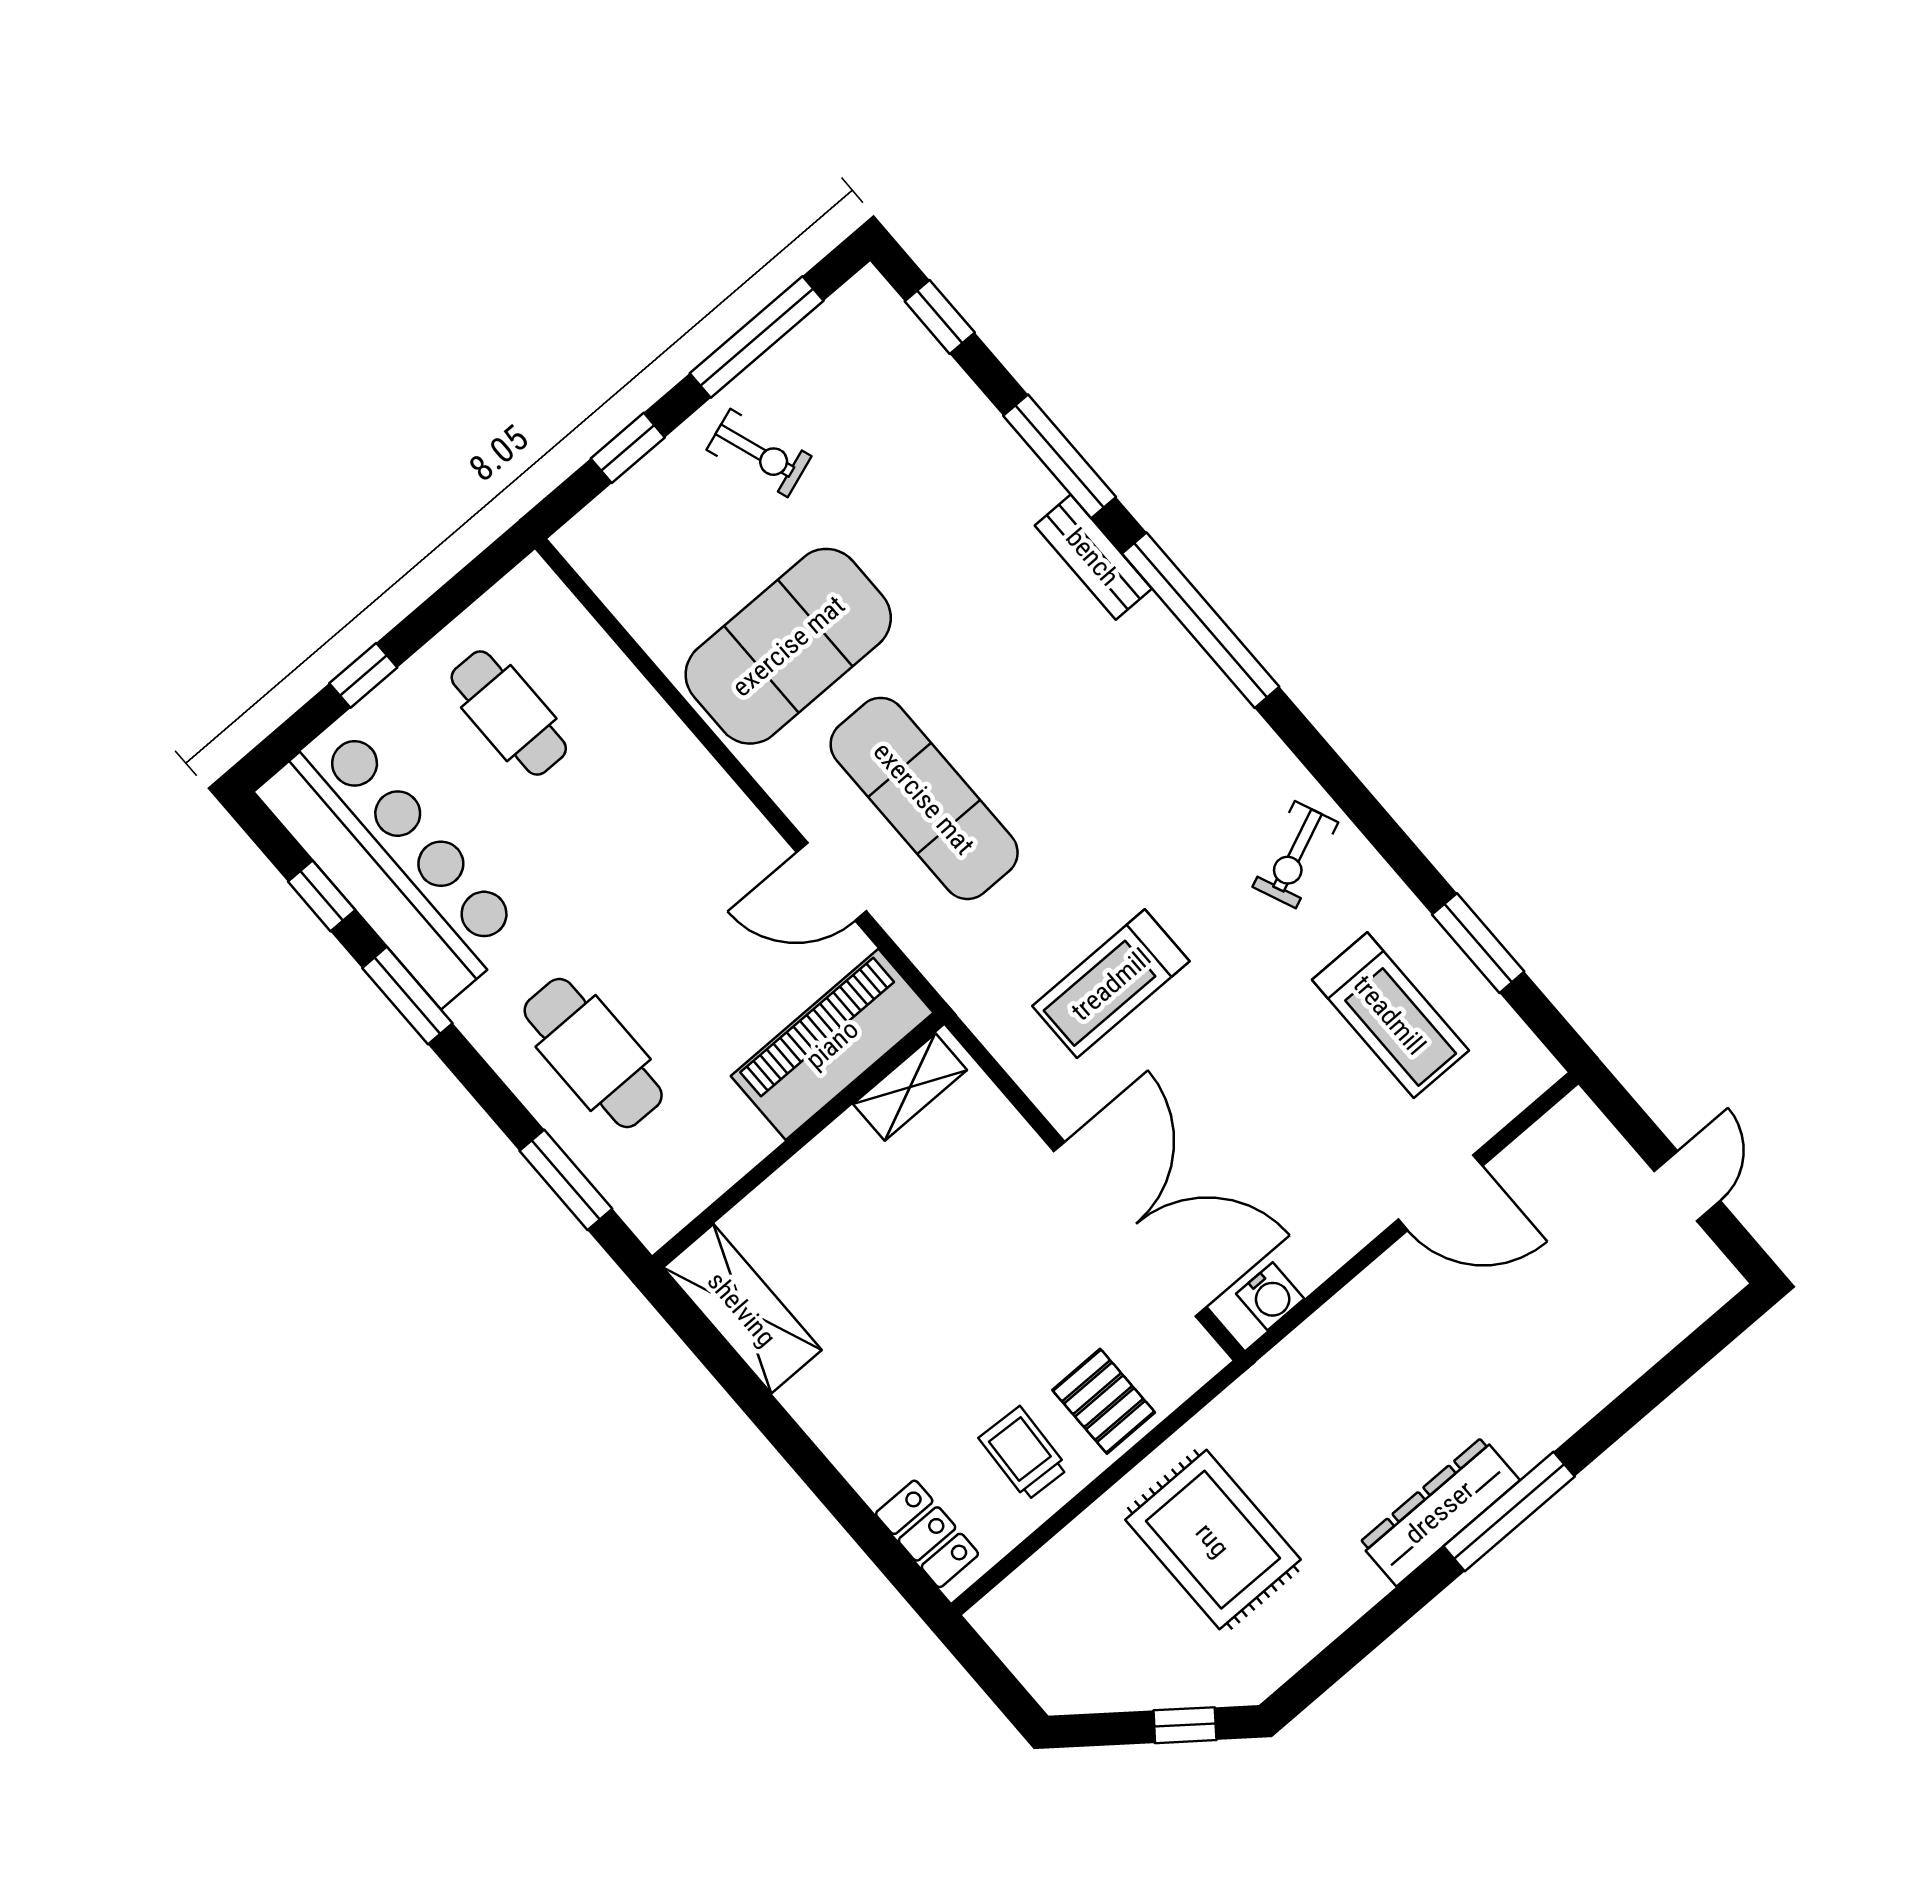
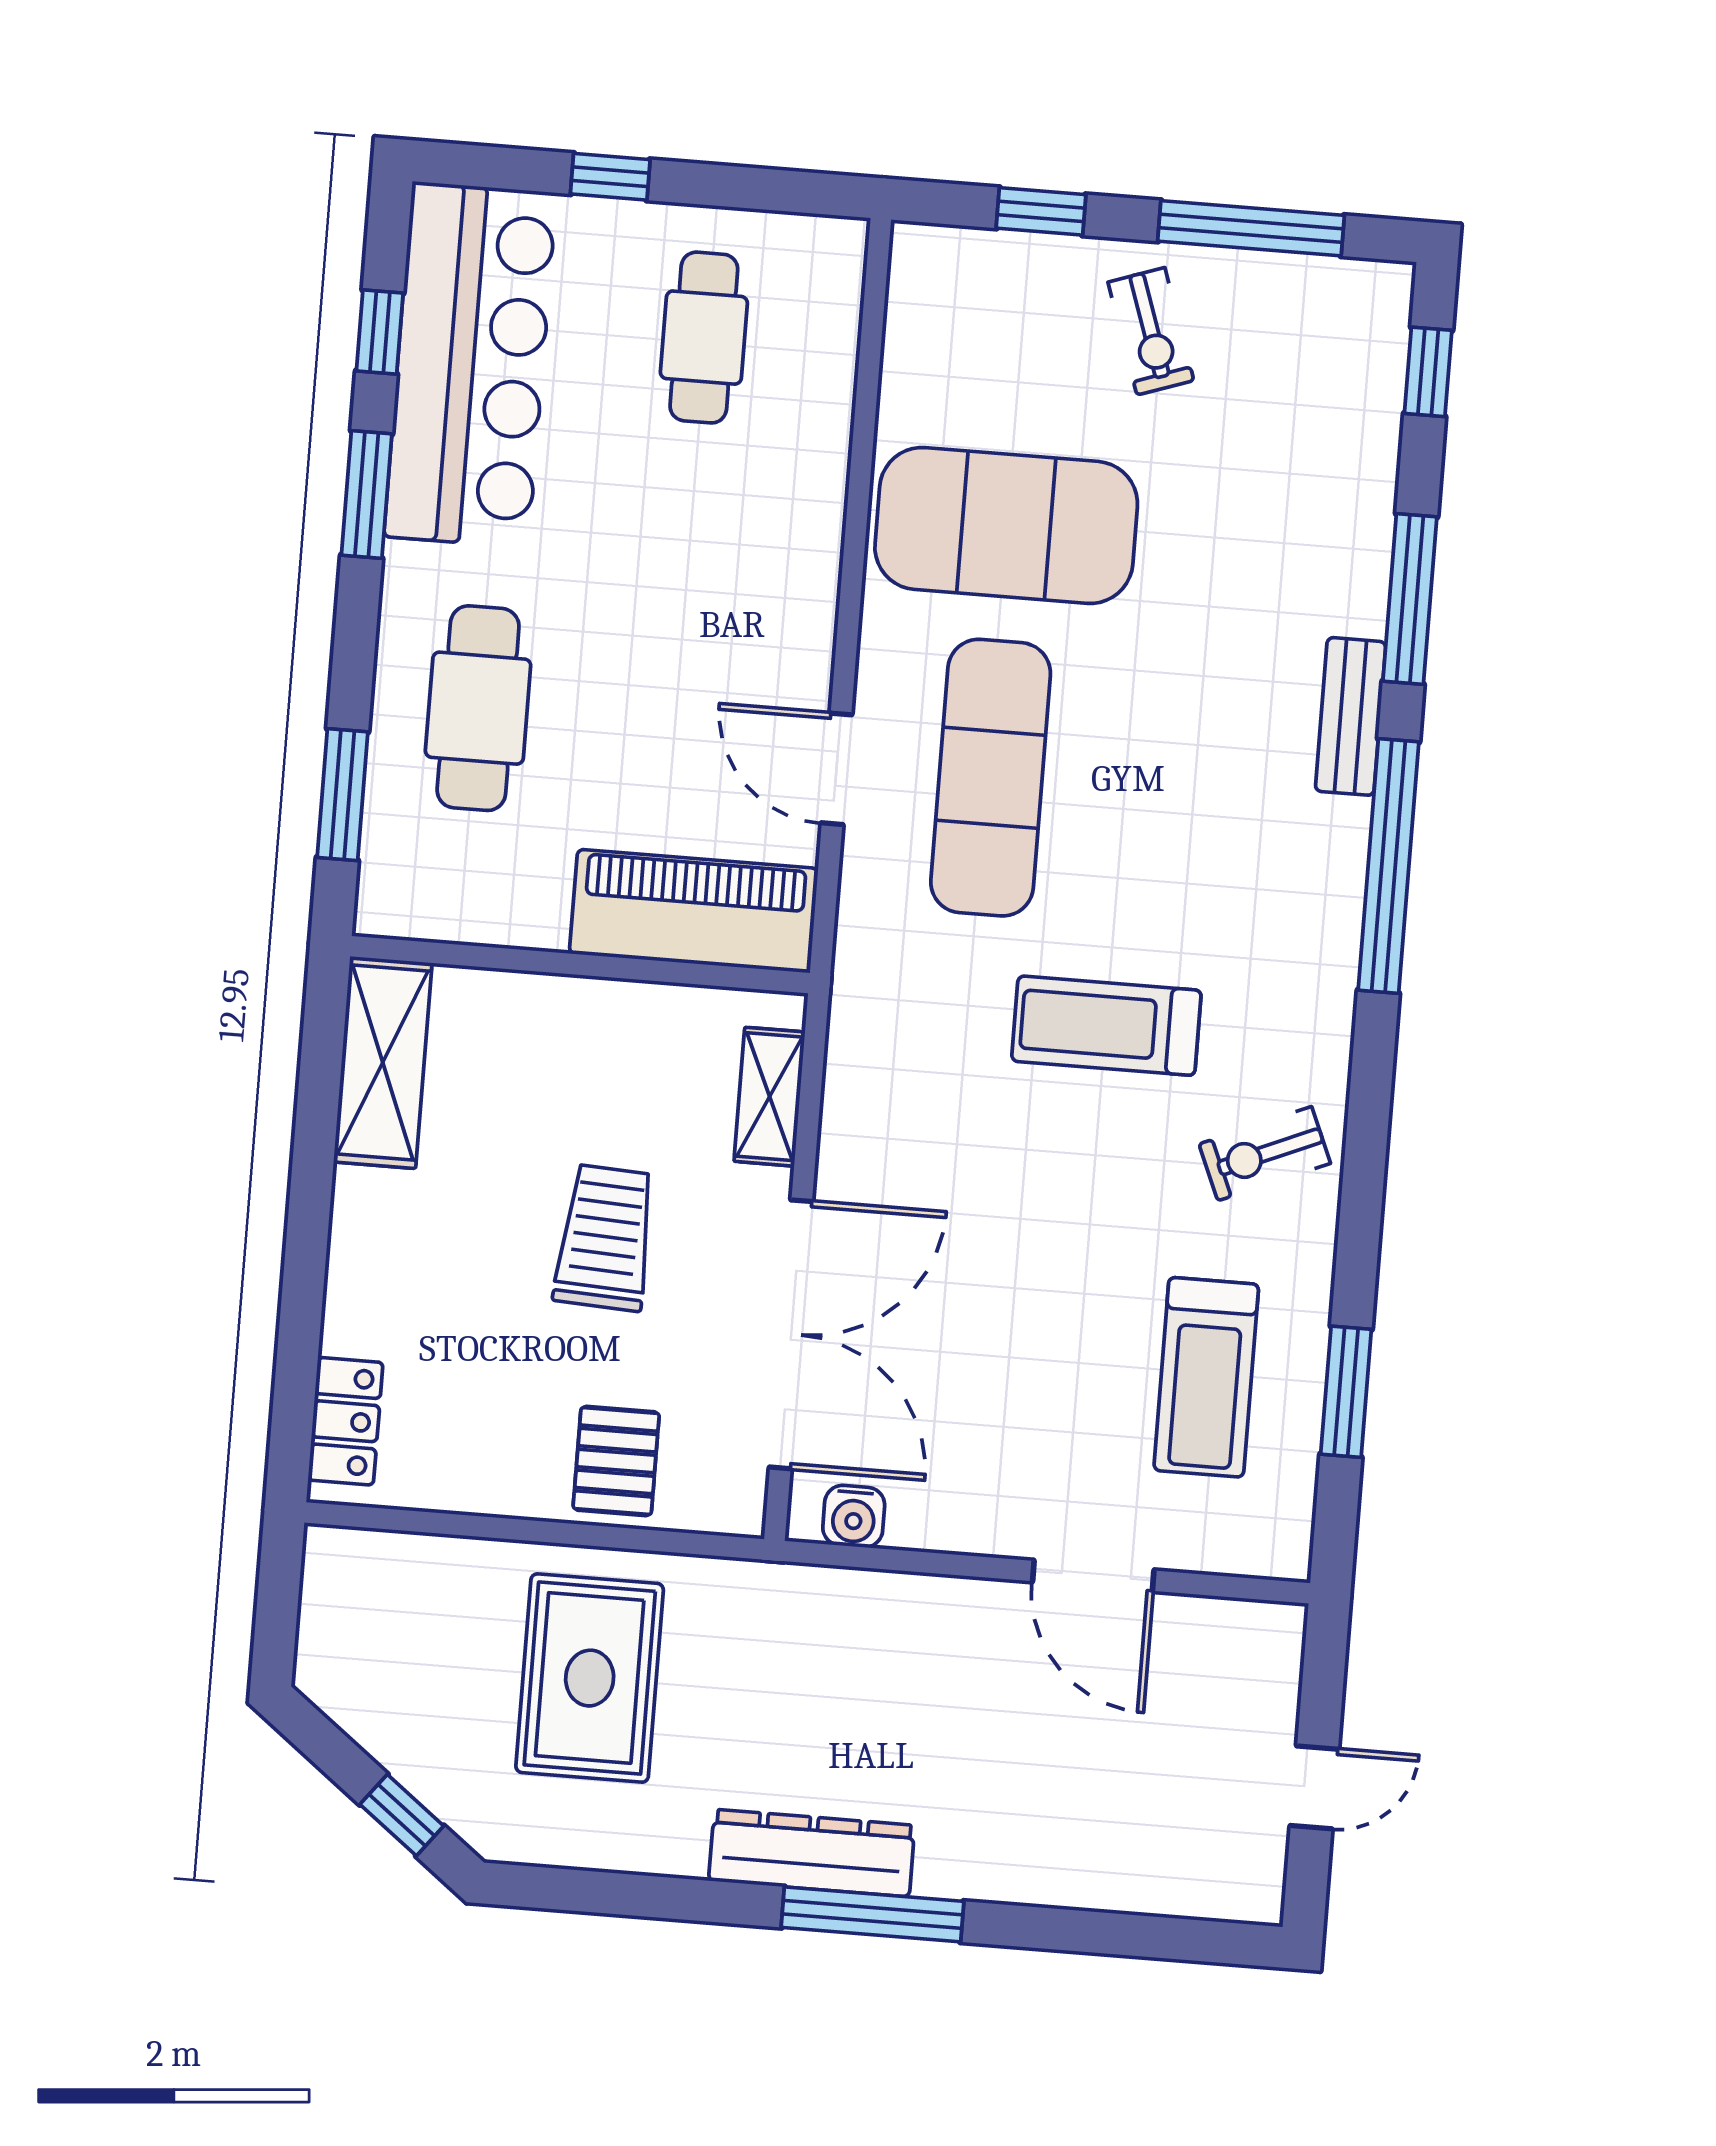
treadmill: (1111, 984) -> (1106, 1026), moved
shelving: (910, 1087) -> (770, 1097), moved, turned 90
trolley: (1023, 1453) -> (605, 1238), moved, width x1.36, depth x1.39

